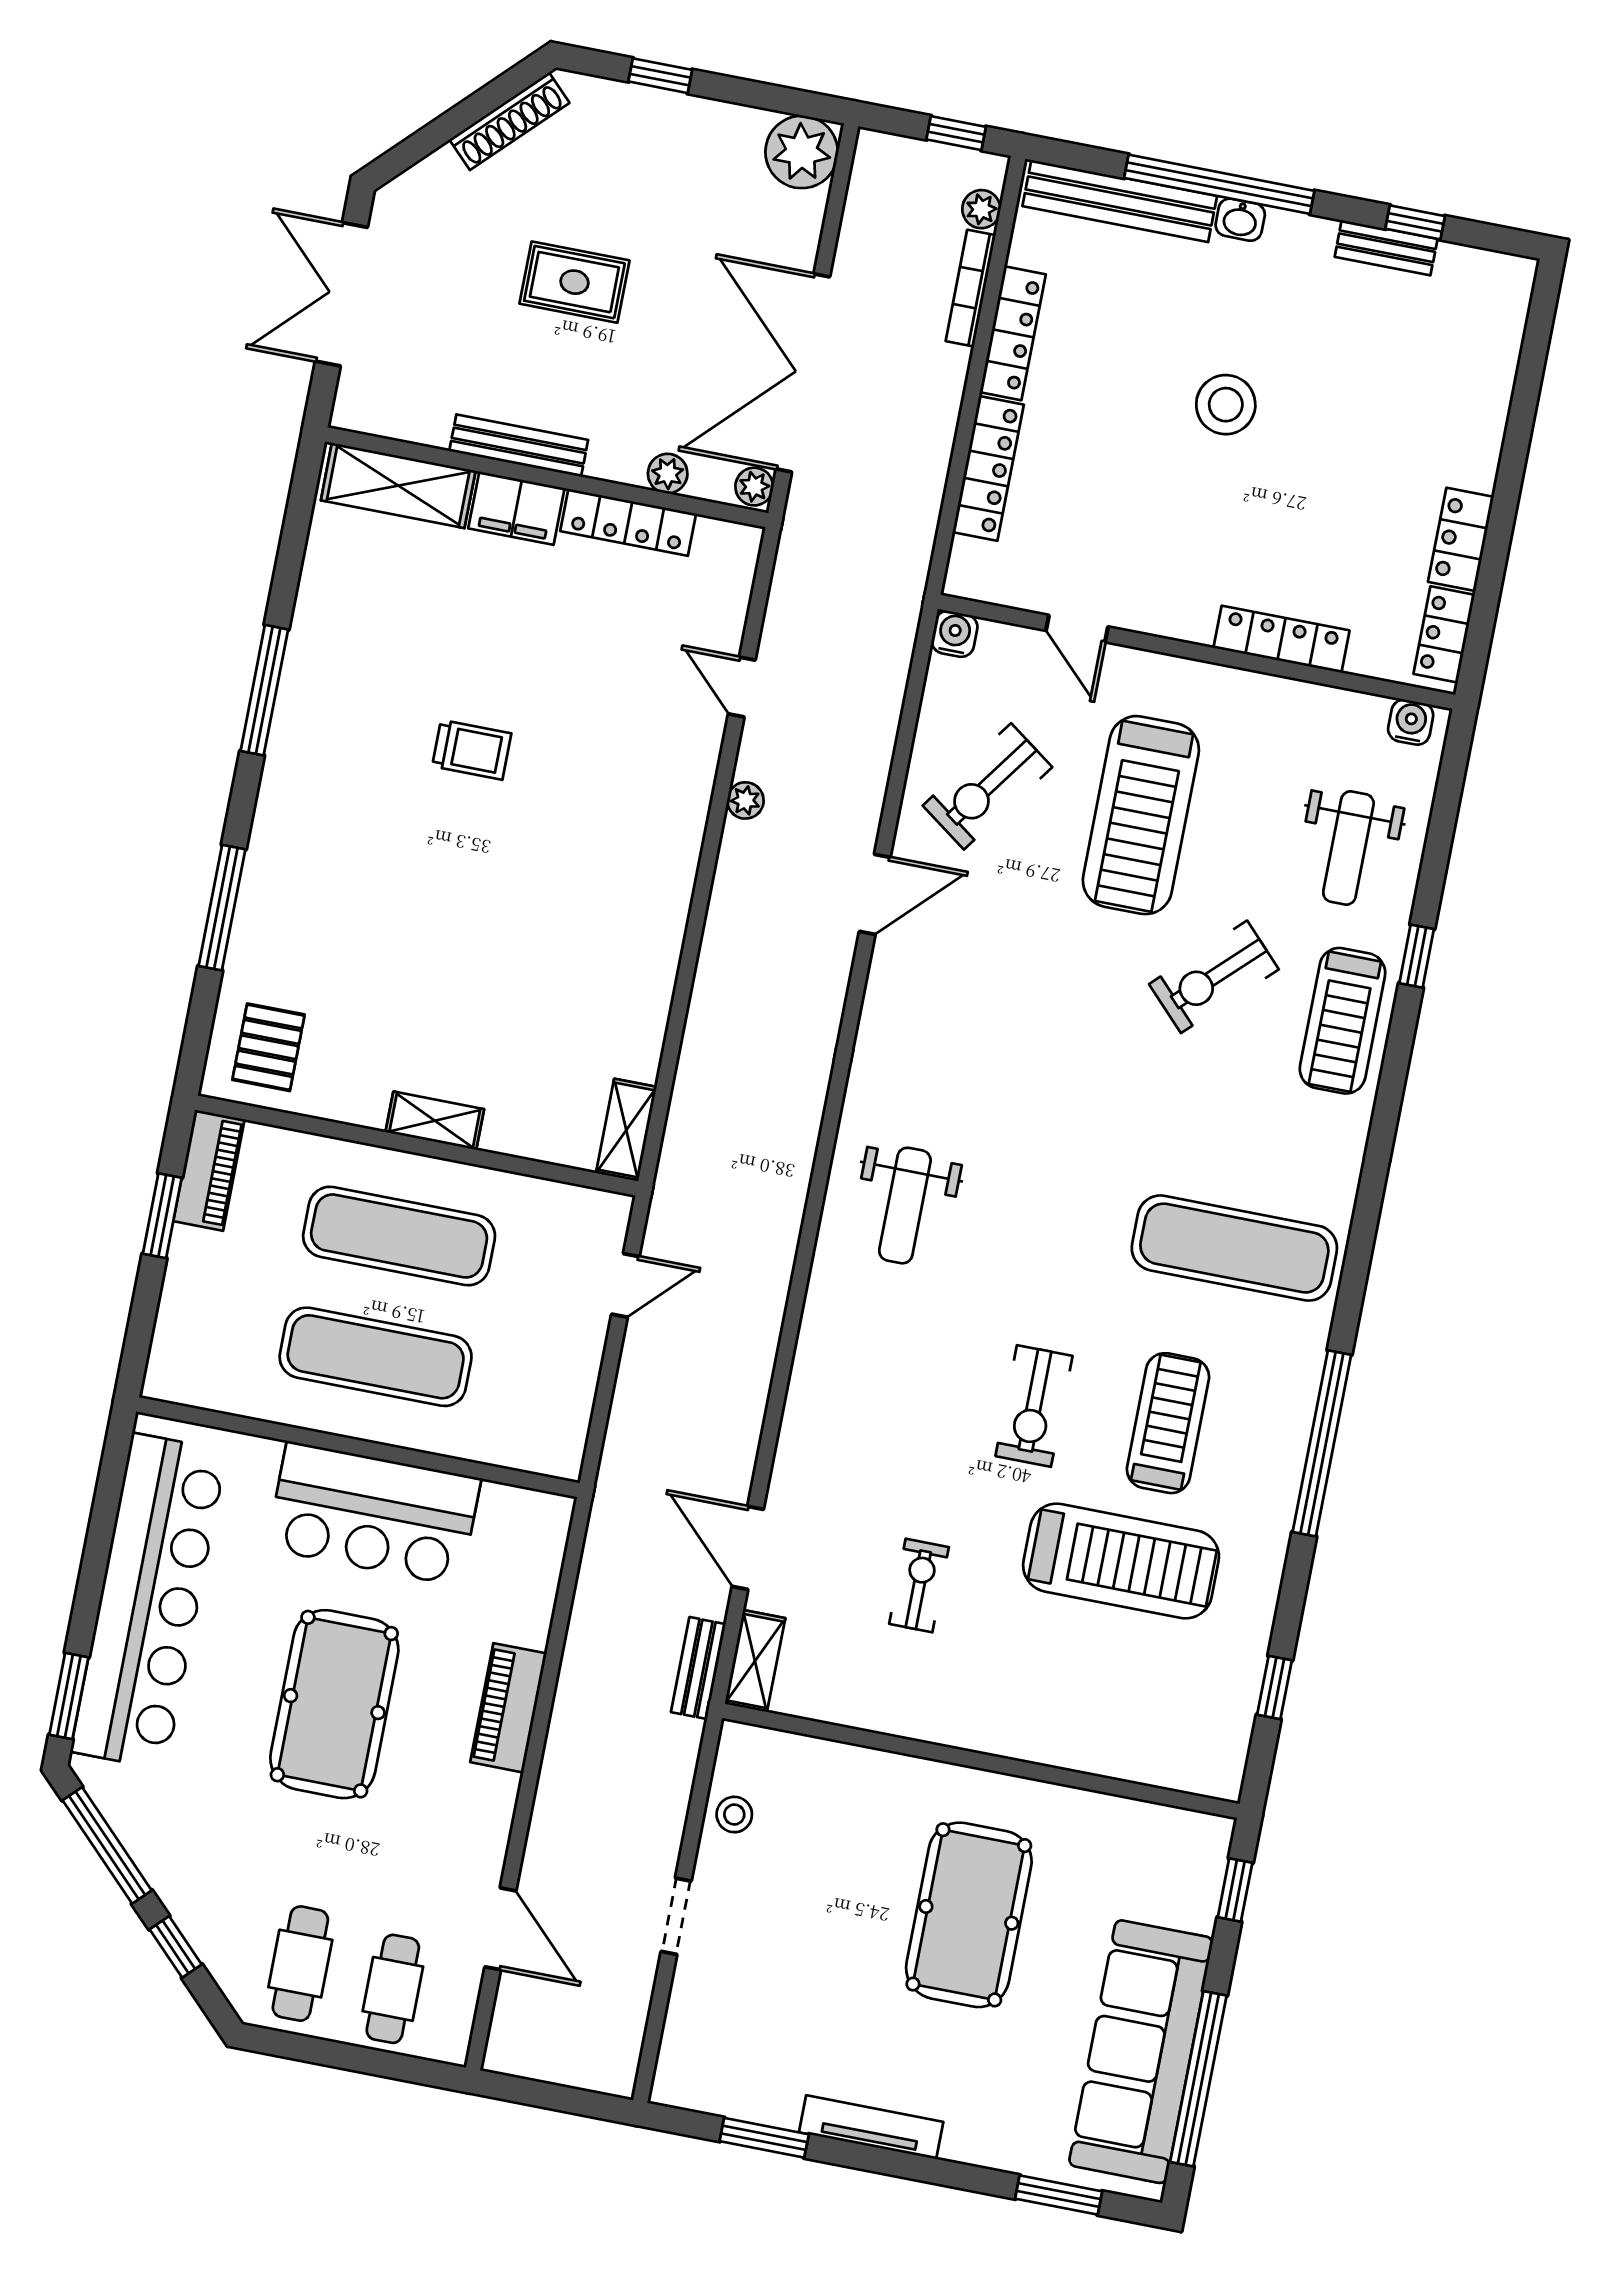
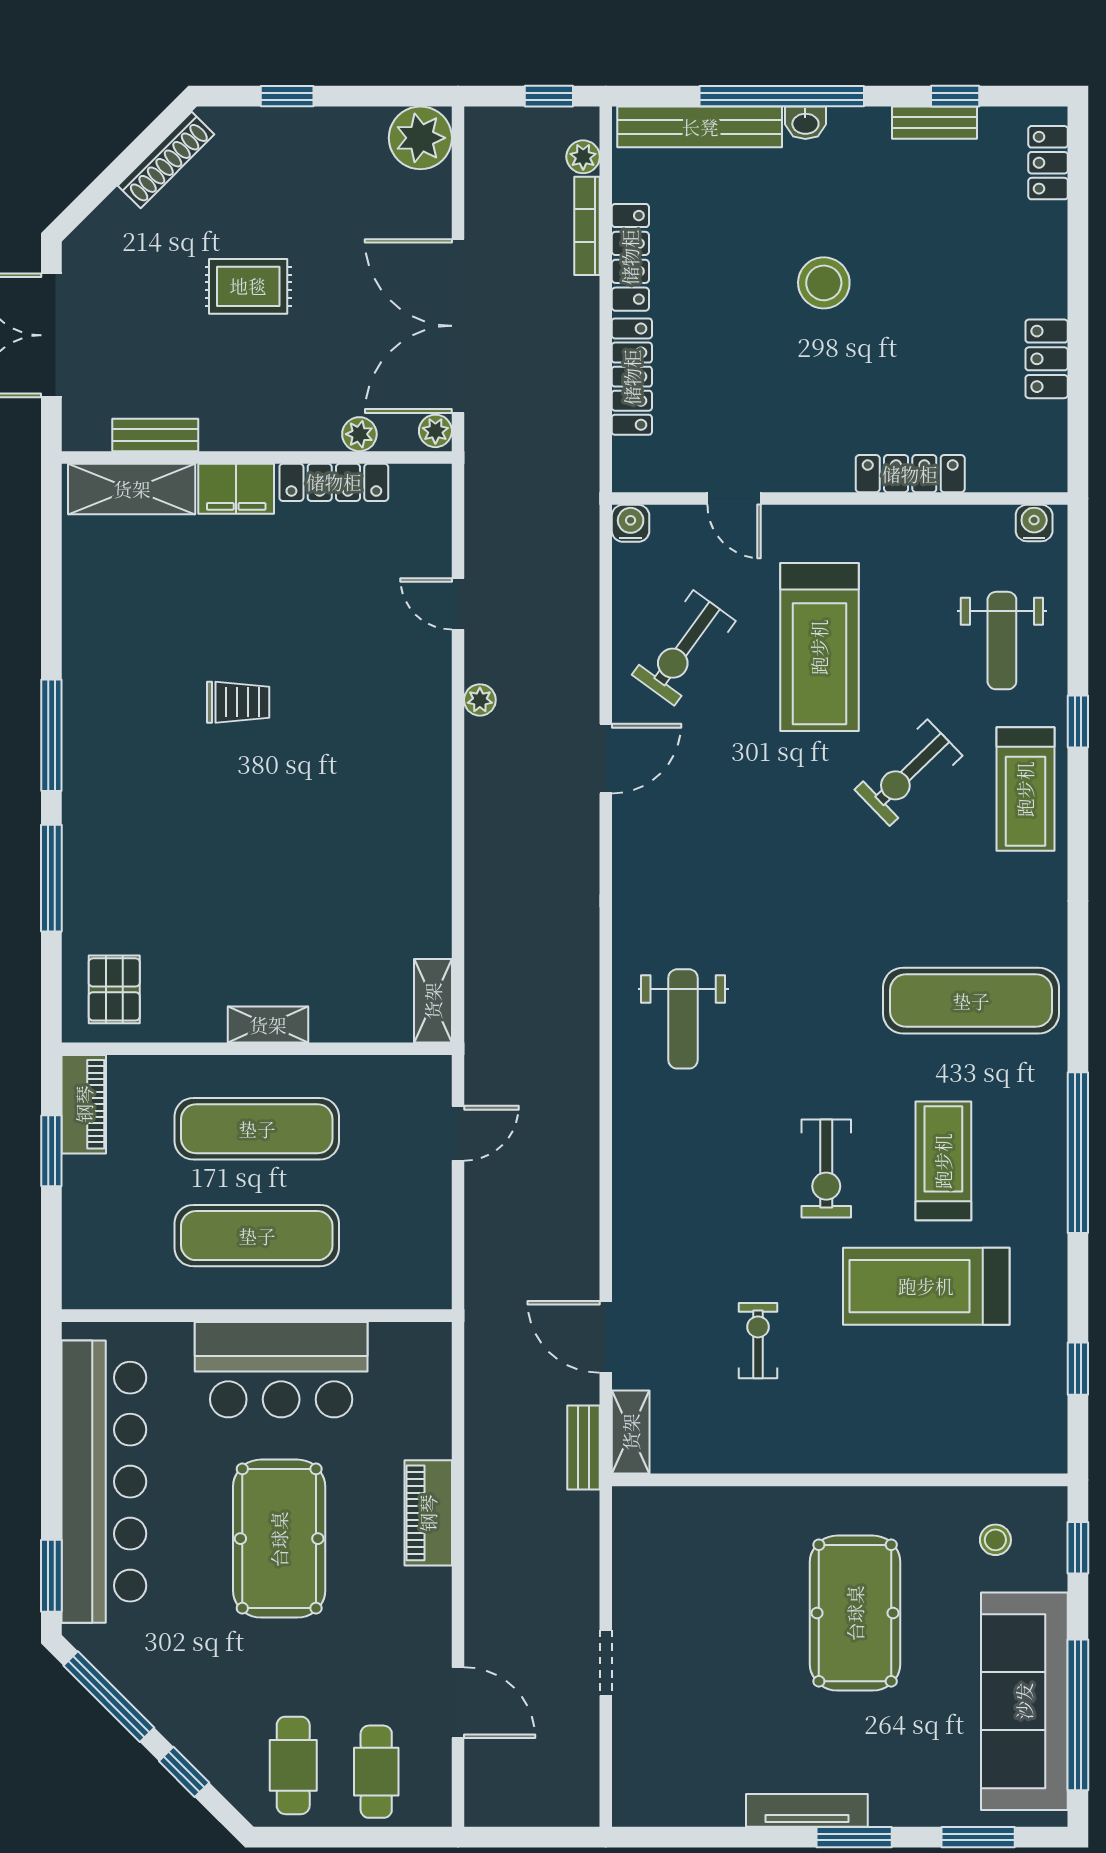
bench: (519, 446) -> (155, 435), moved, width x0.73
locker: (1444, 634) -> (1048, 163), moved
window: (264, 690) -> (51, 735), moved
treadmill: (1121, 1561) -> (926, 1286), turned 180
stool: (734, 1815) -> (995, 1540), moved
window: (764, 2138) -> (854, 1837), moved

